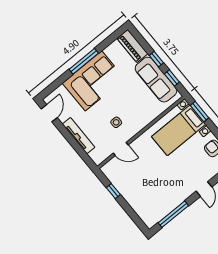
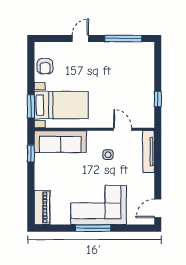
window: (156, 59) -> (31, 180), removed
sofa: (156, 80) -> (60, 142), moved, turned 90
tv unit: (79, 136) -> (149, 152), moved

